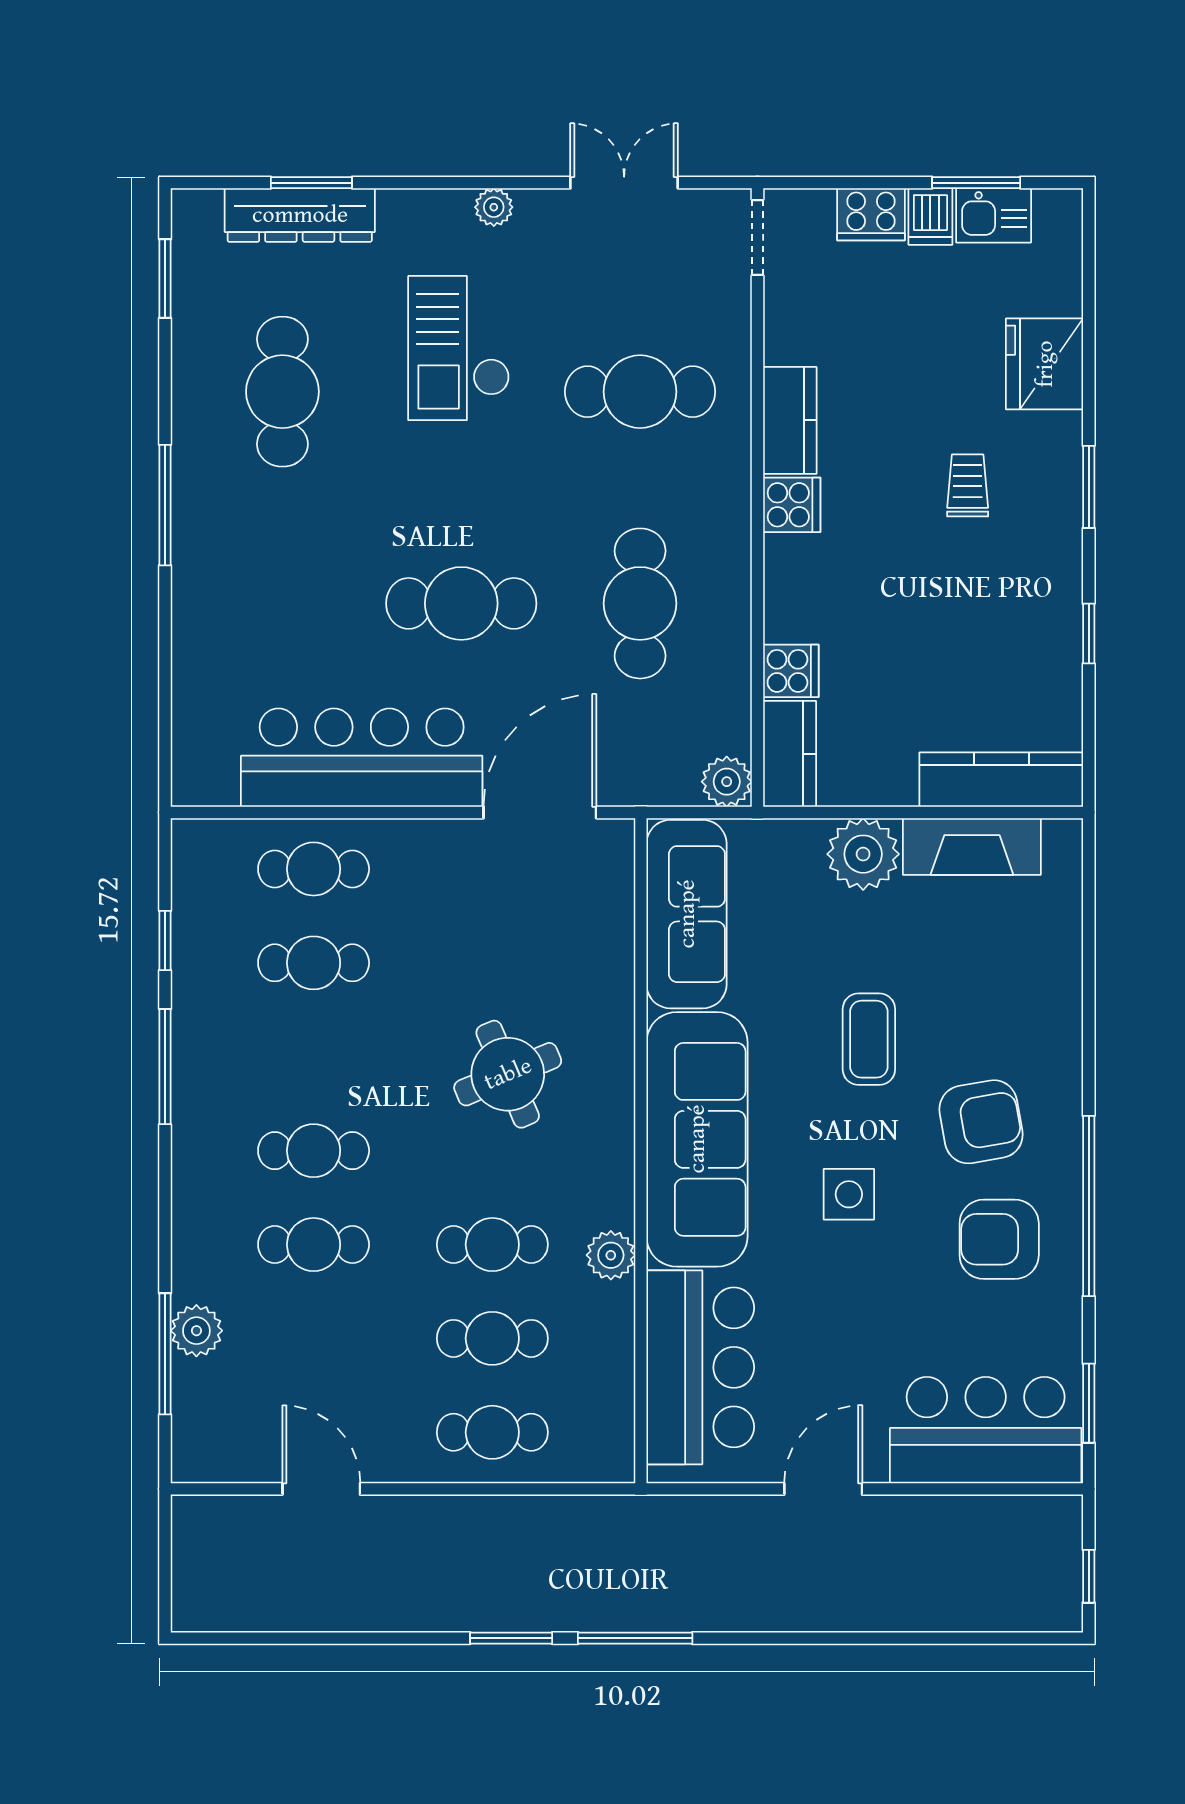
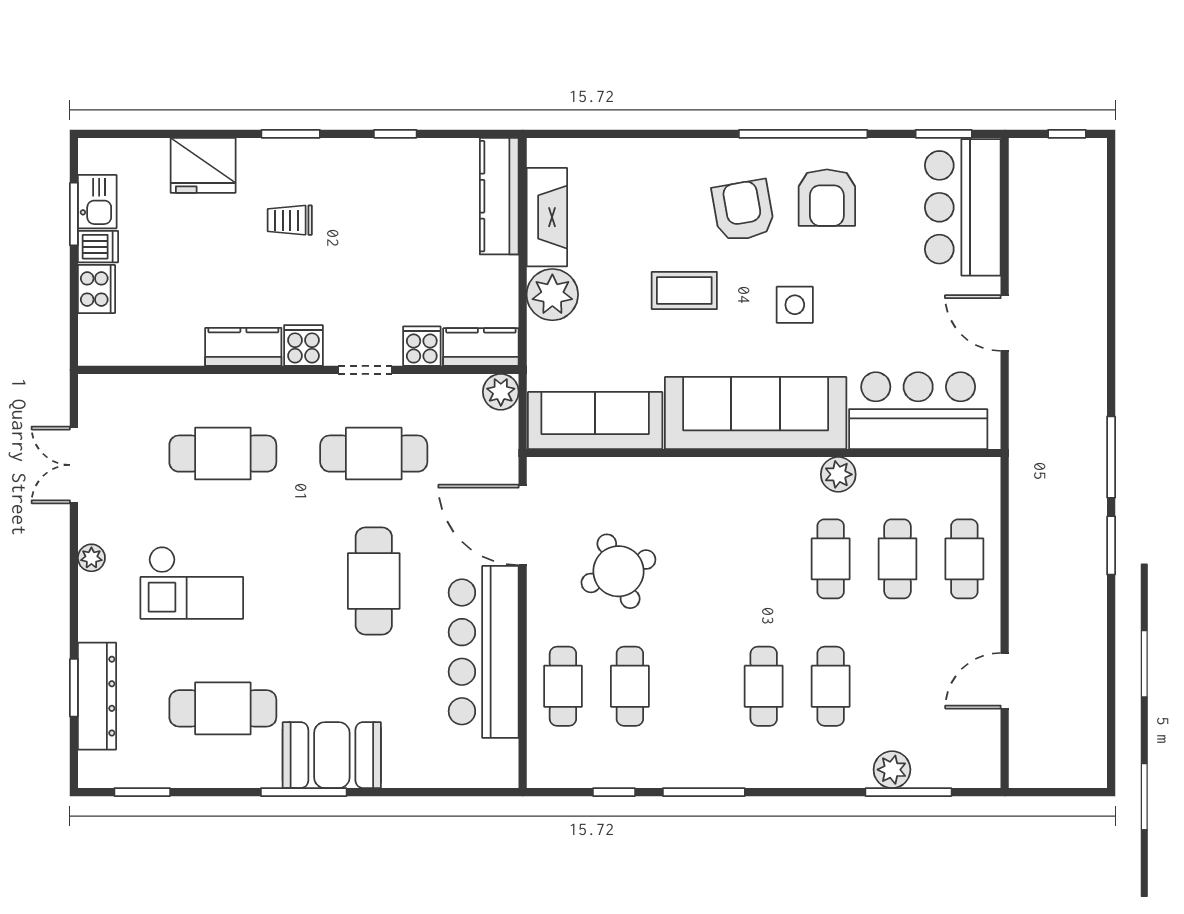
doorway: (757, 238) -> (365, 370), moved
cafe table: (640, 392) -> (223, 454), turned 90
booth: (217, 545) -> (332, 755), added
round table: (508, 1074) -> (618, 571), moved

